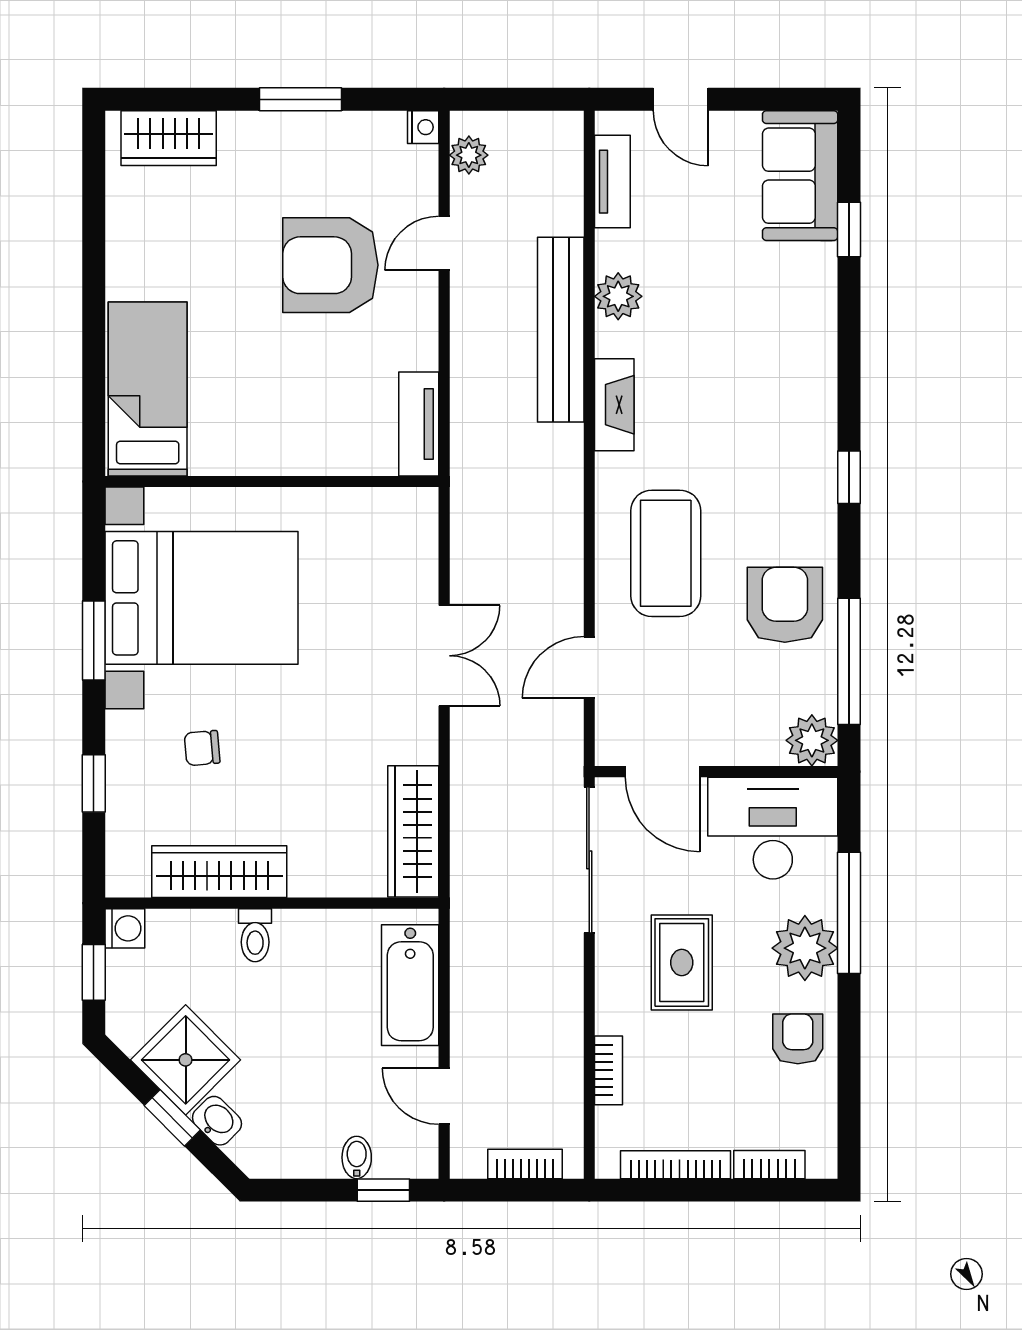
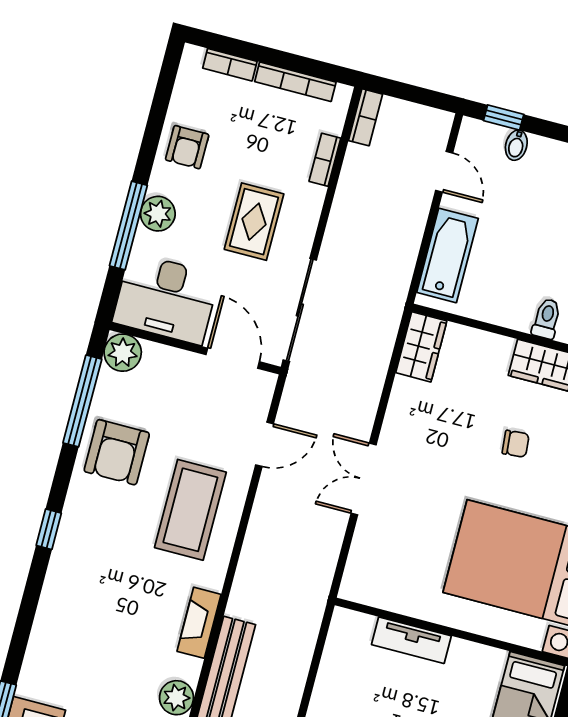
tv unit: (419, 424) -> (411, 640), moved, turned 90
chair: (202, 748) -> (516, 444), moved
wardrobe: (413, 831) -> (421, 347), width x0.67
plant: (805, 948) -> (158, 214), width x0.73, depth x0.73
bookcase: (525, 1164) -> (365, 117), moved, turned -90

